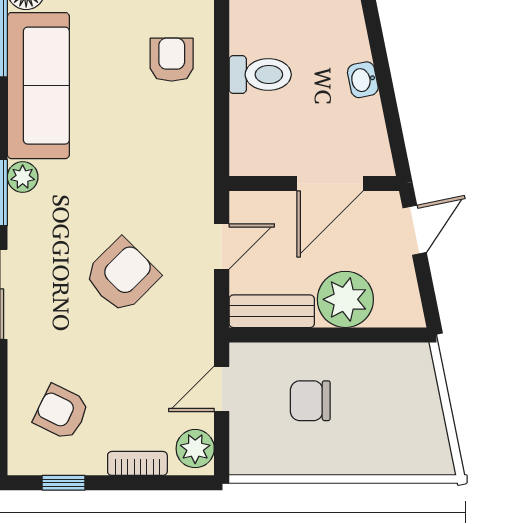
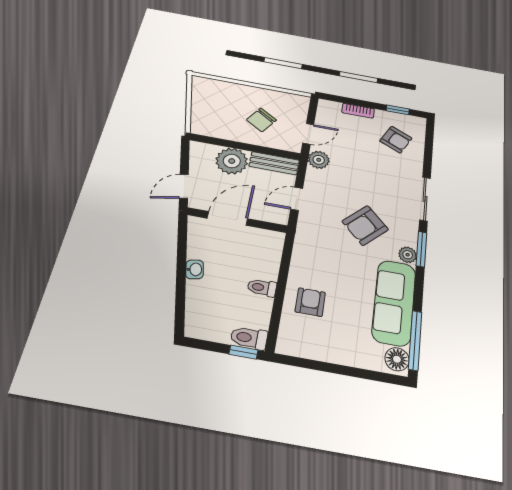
armchair: (172, 60) -> (310, 302), turned 180
toilet: (260, 75) -> (262, 288), width x0.73, depth x0.72
armchair: (122, 275) -> (365, 225), moved
chair: (310, 401) -> (261, 120), turned 123
plant: (195, 449) -> (319, 160), moved

